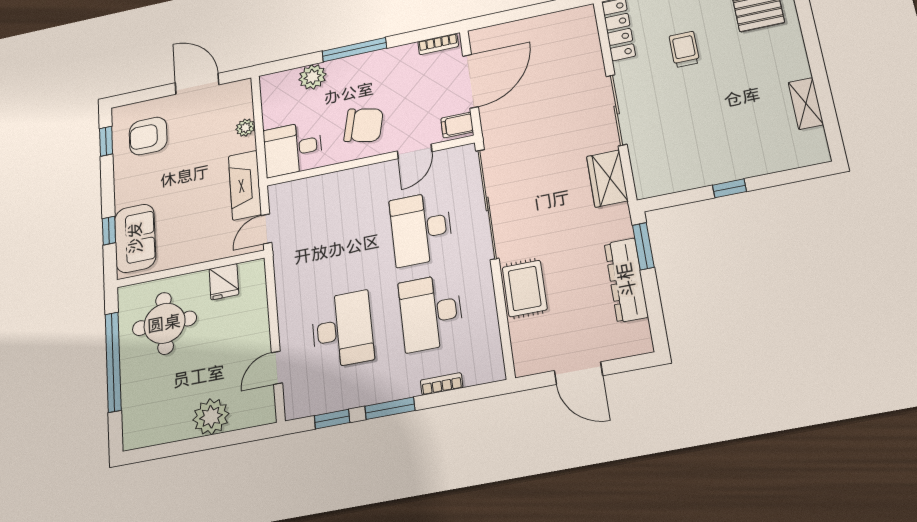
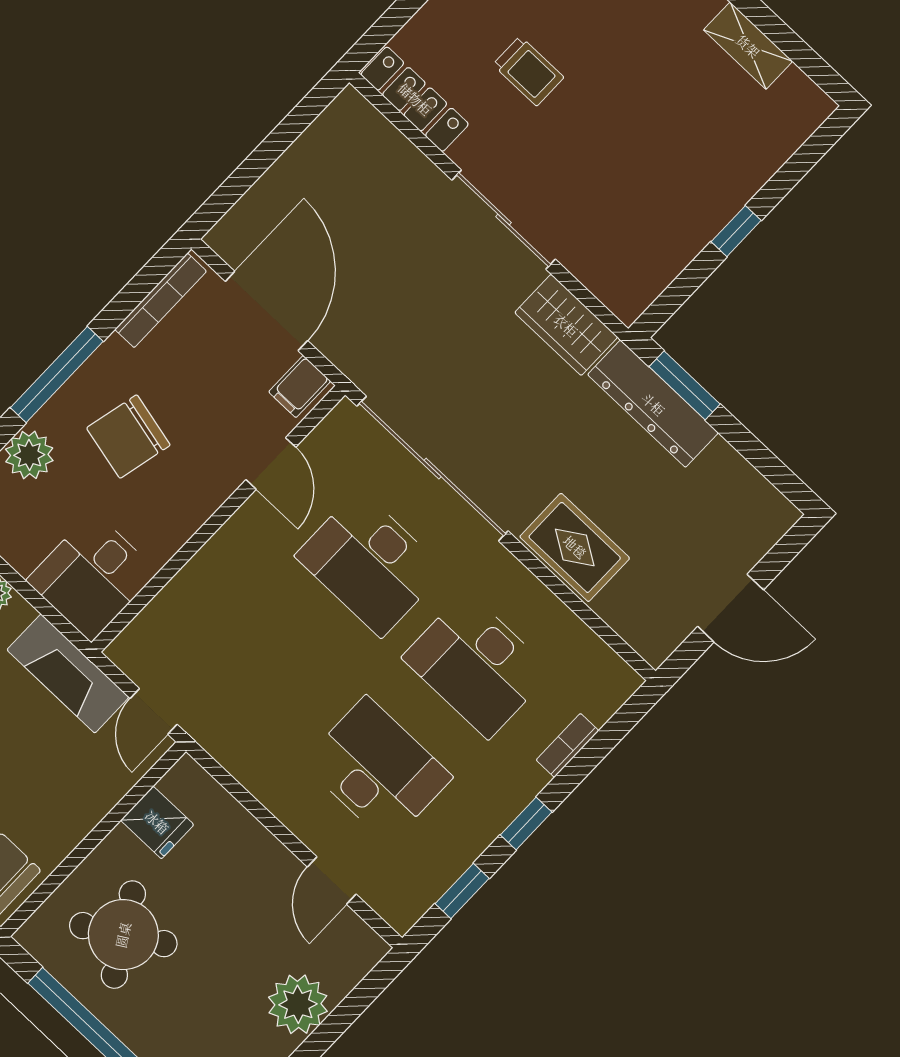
bookcase: (438, 44) -> (161, 300), width x1.56
trolley: (684, 49) -> (528, 71), turned 180
chair: (364, 125) -> (128, 437), moved, turned 180
dresser: (626, 280) -> (653, 404), moved
round table: (164, 323) -> (123, 935), turned -31
window: (390, 408) -> (526, 824), width x0.67

